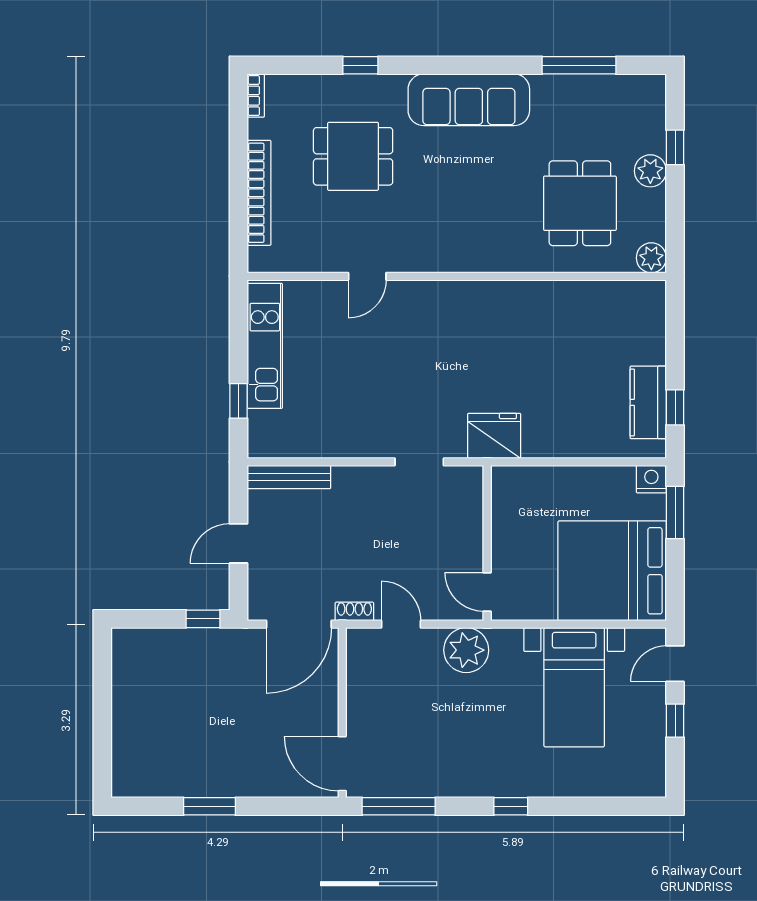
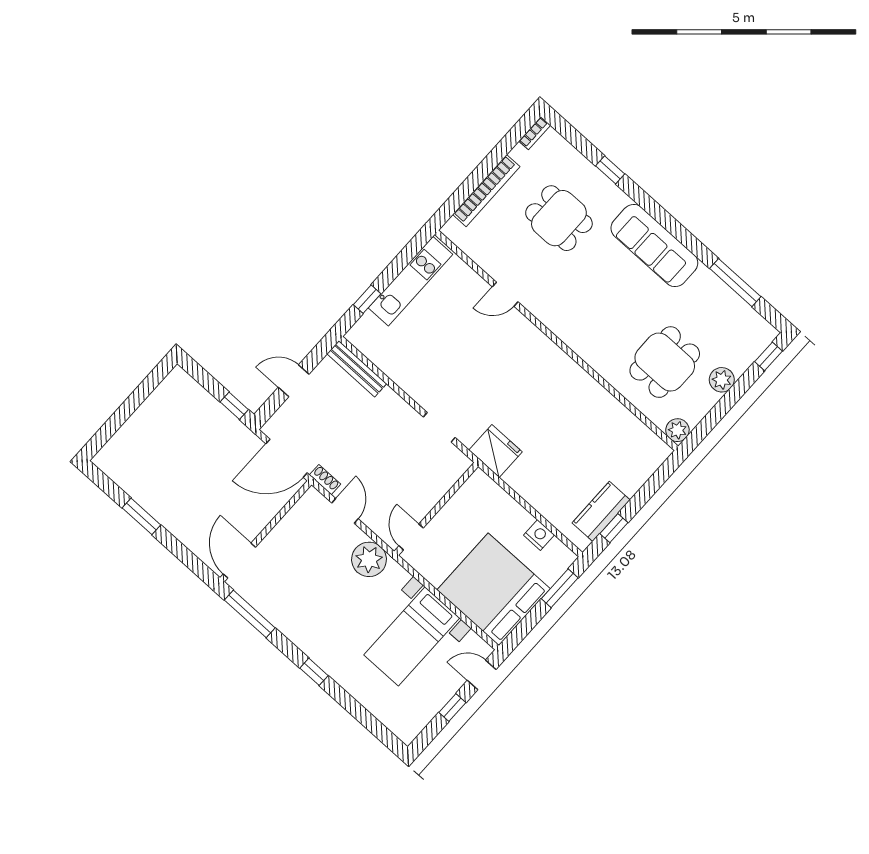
window: (675, 147) -> (768, 356), moved
nightstand: (651, 479) -> (539, 535), moved

